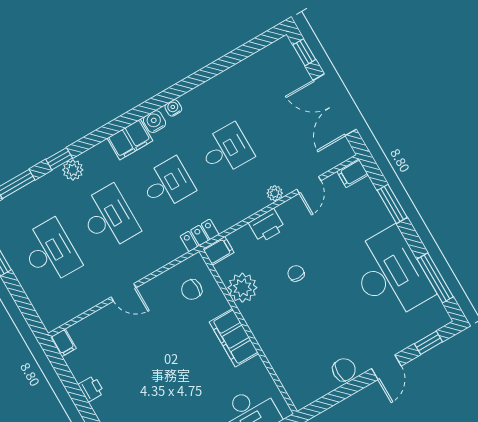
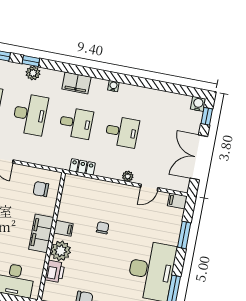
water cooler: (155, 122) -> (198, 104), moved
printer: (267, 226) -> (55, 271), moved, turned -90
locker: (199, 235) -> (82, 167), moved
filing cabinet: (218, 251) -> (63, 228), moved
plant: (242, 288) -> (61, 251), moved

